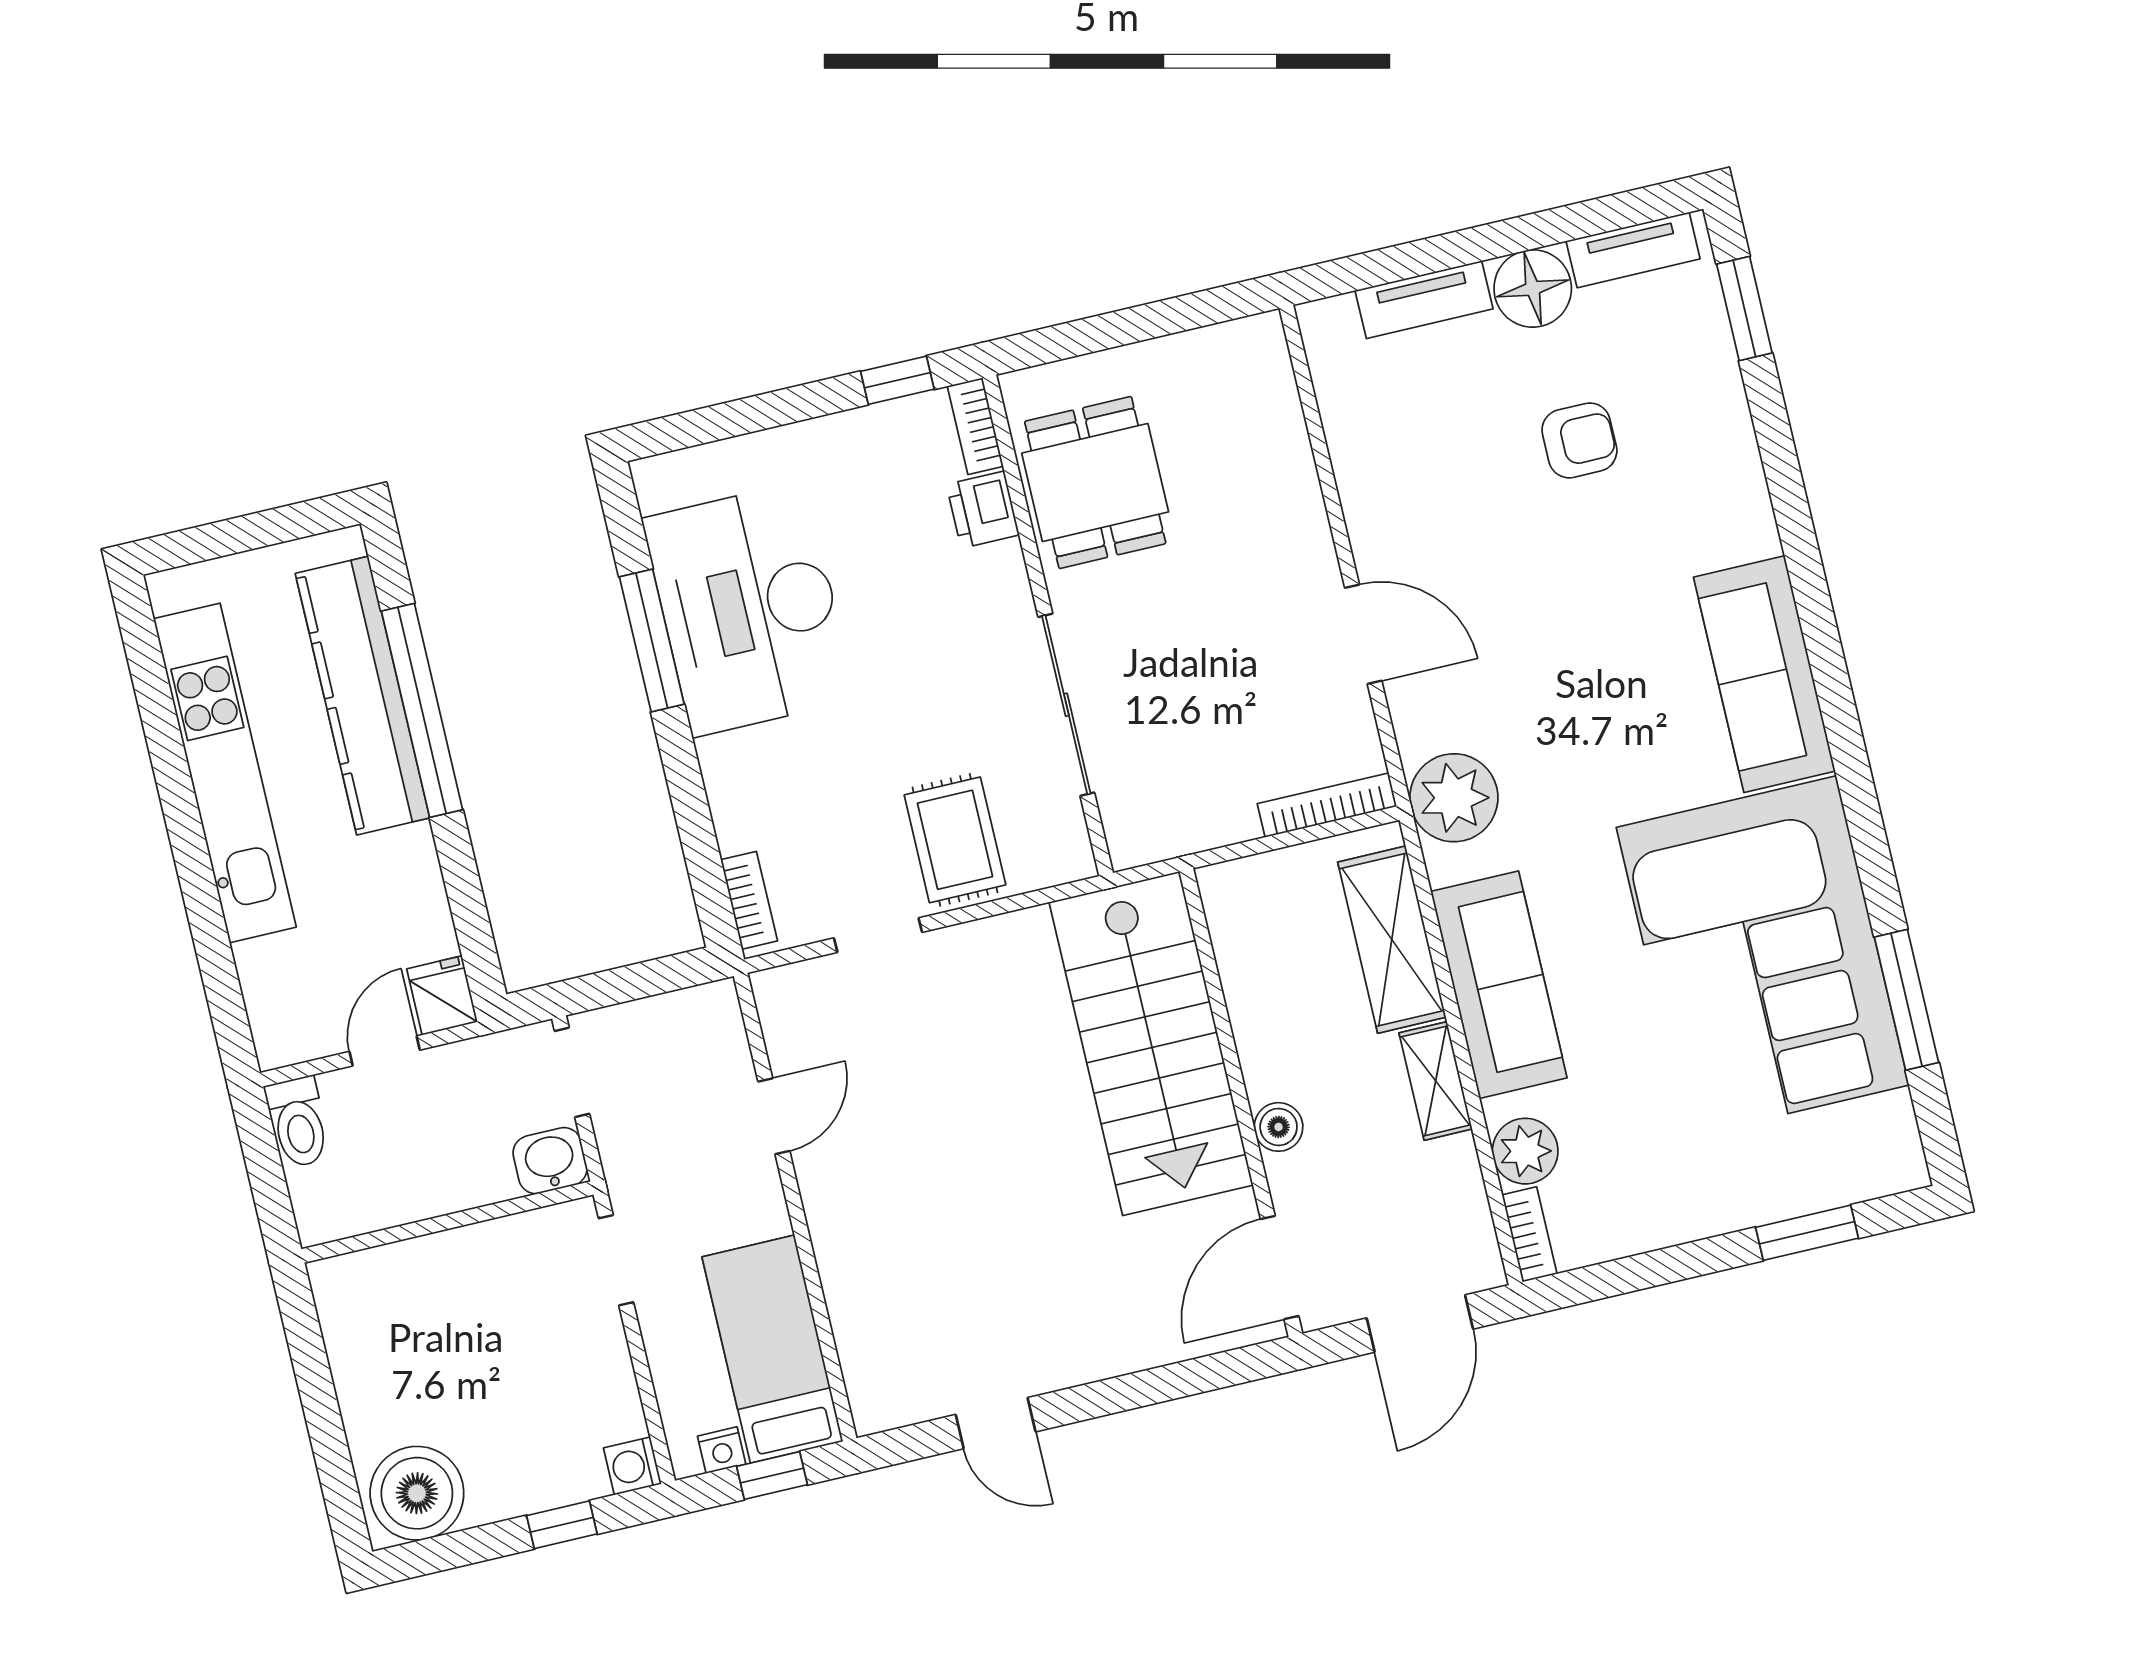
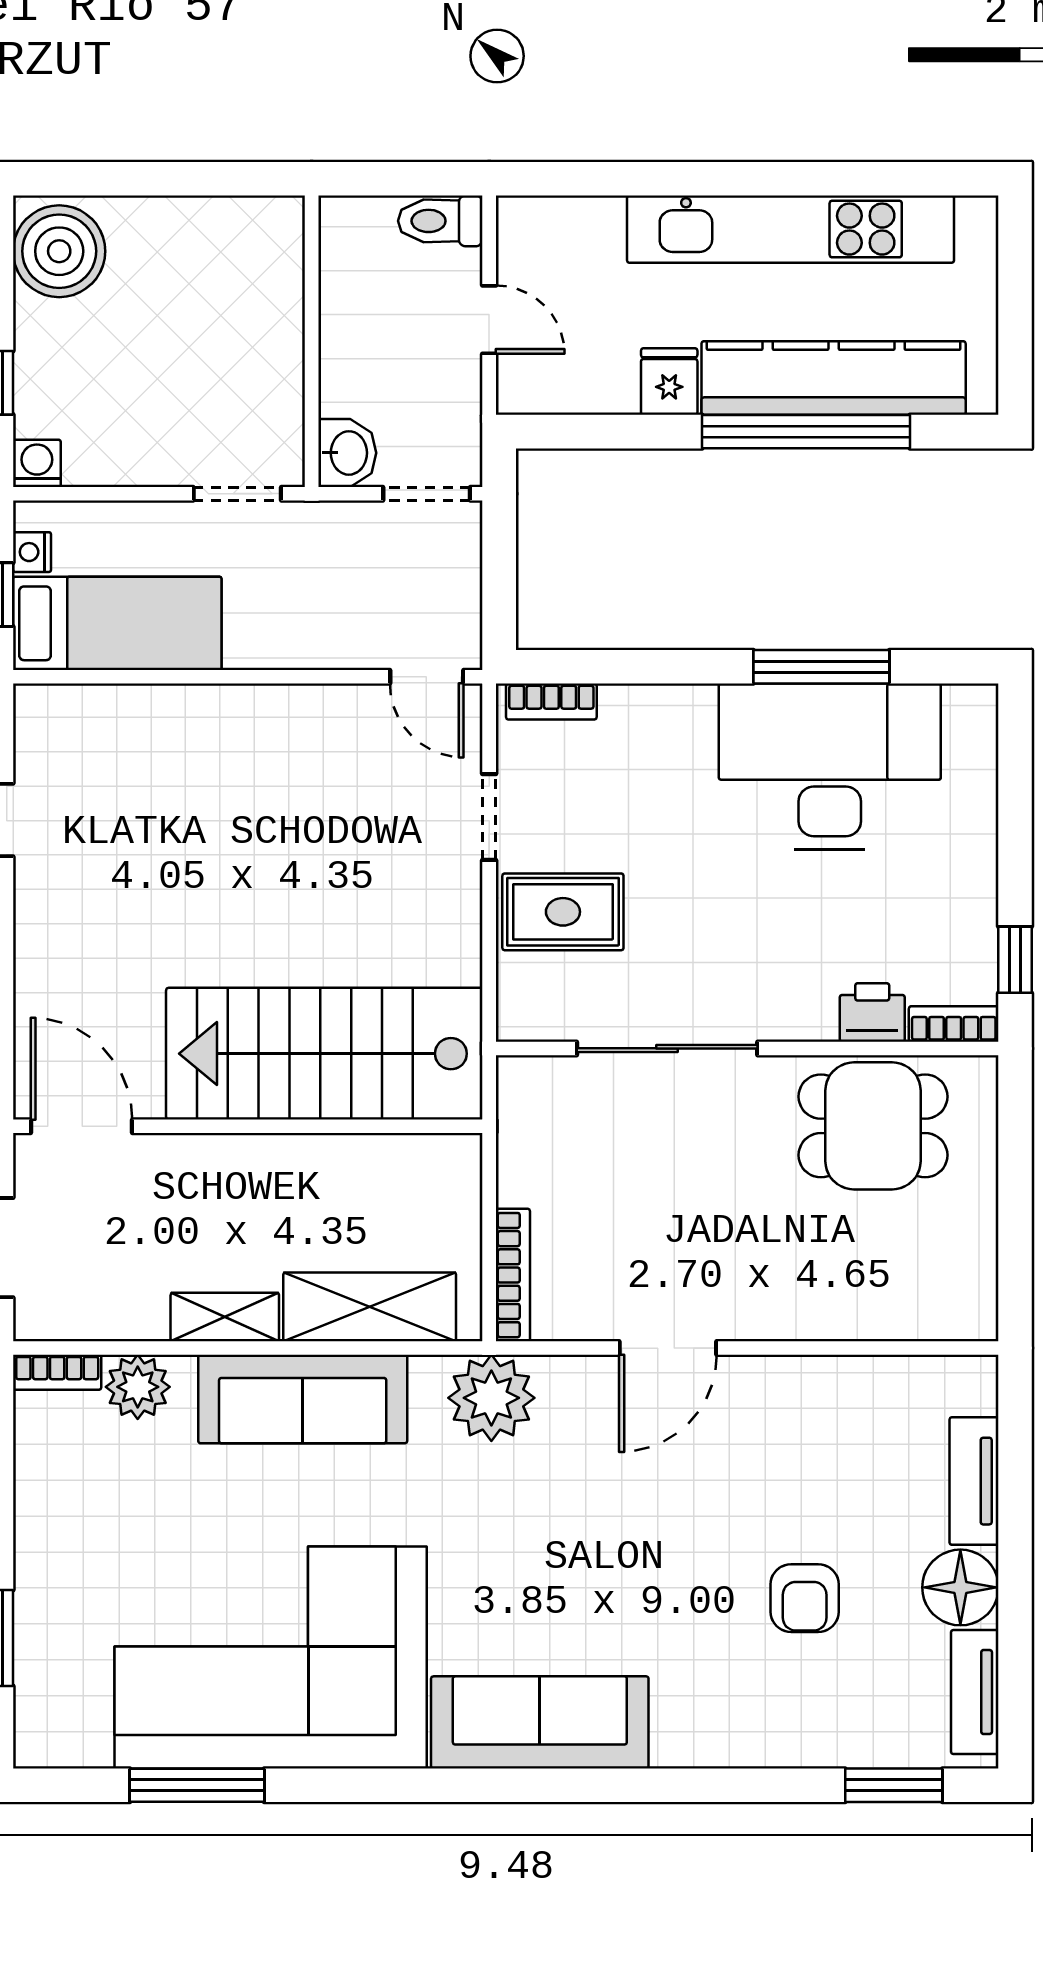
fridge: (442, 995) -> (669, 382), moved, turned -90
door: (774, 1116) -> (427, 677), moved
boiler: (1279, 1127) -> (216, 1157), removed

